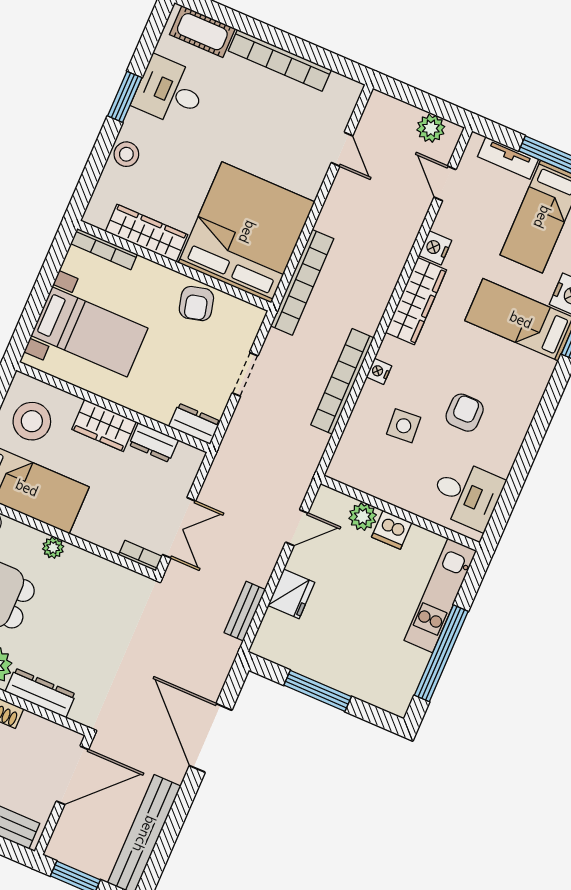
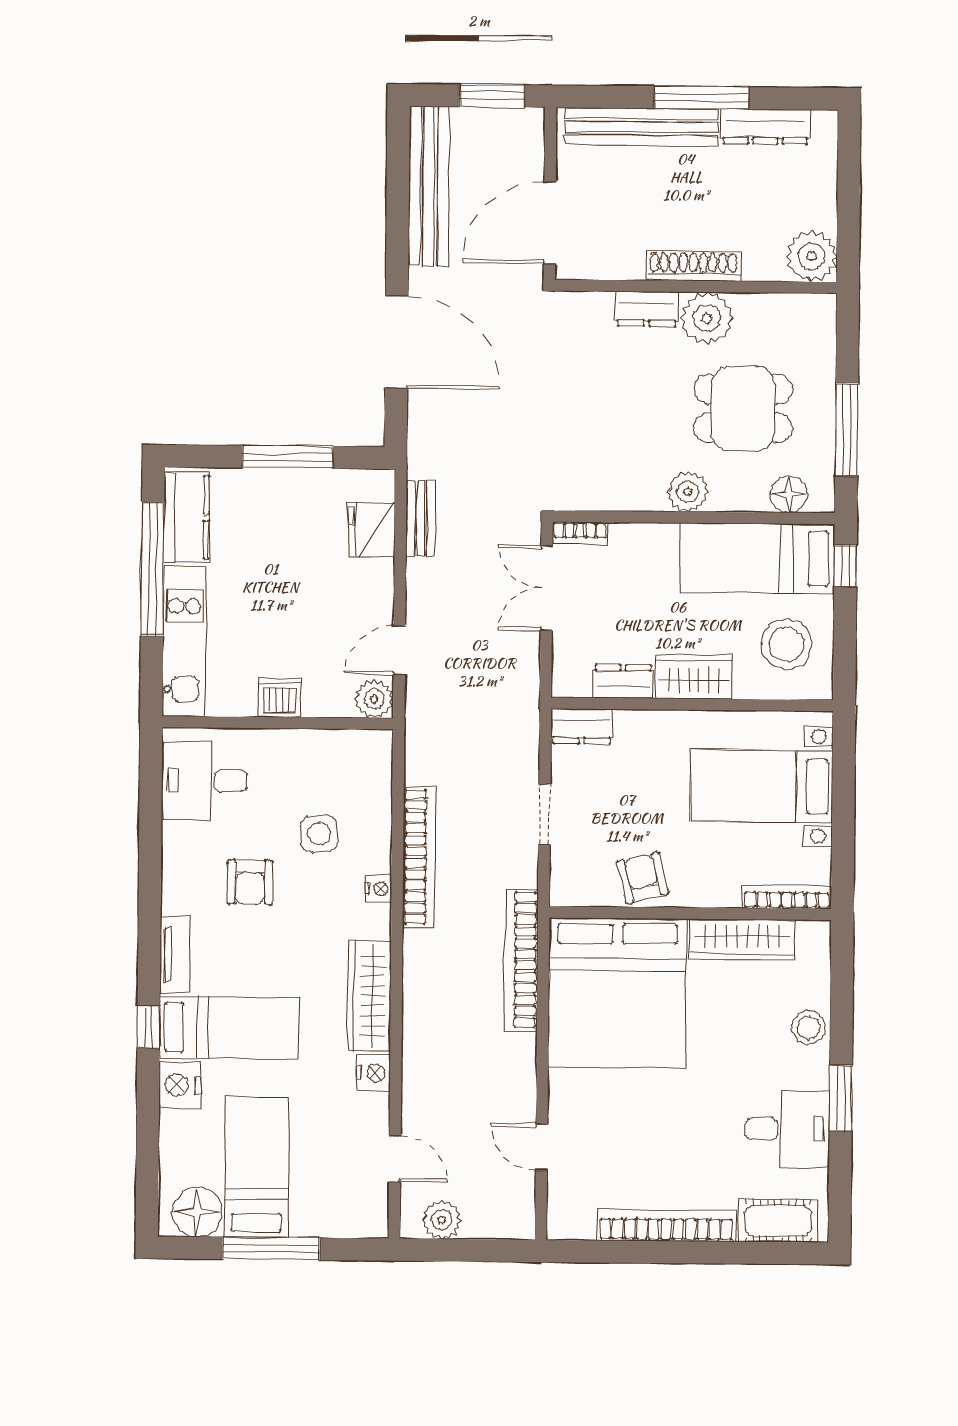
tv unit: (508, 158) -> (175, 954), moved, turned 90
plant: (363, 517) -> (374, 699), moved
plant: (53, 548) -> (688, 491), width x1.38, depth x1.38
fridge: (291, 594) -> (372, 530), moved
kitchen counter: (403, 679) -> (187, 517), added
dresser: (40, 693) -> (647, 309), width x0.70

